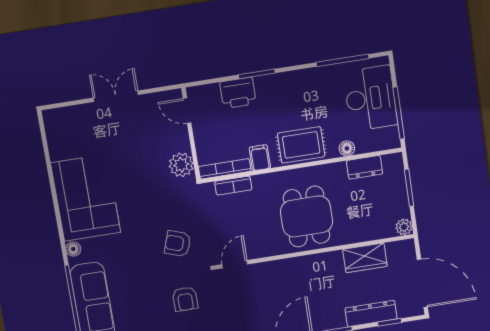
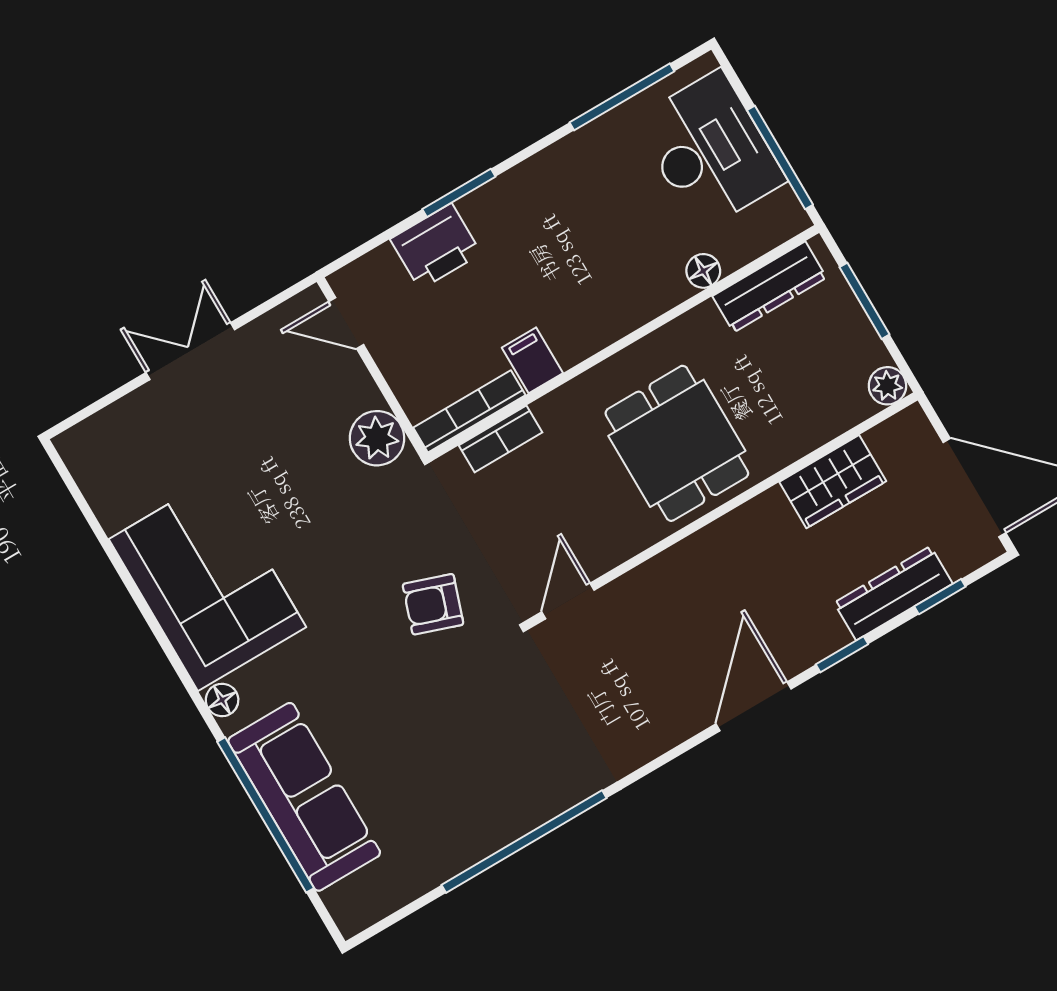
rug: (301, 145) -> (607, 301), removed
dresser: (364, 167) -> (769, 287), width x1.44
armchair: (185, 299) -> (494, 714), removed

